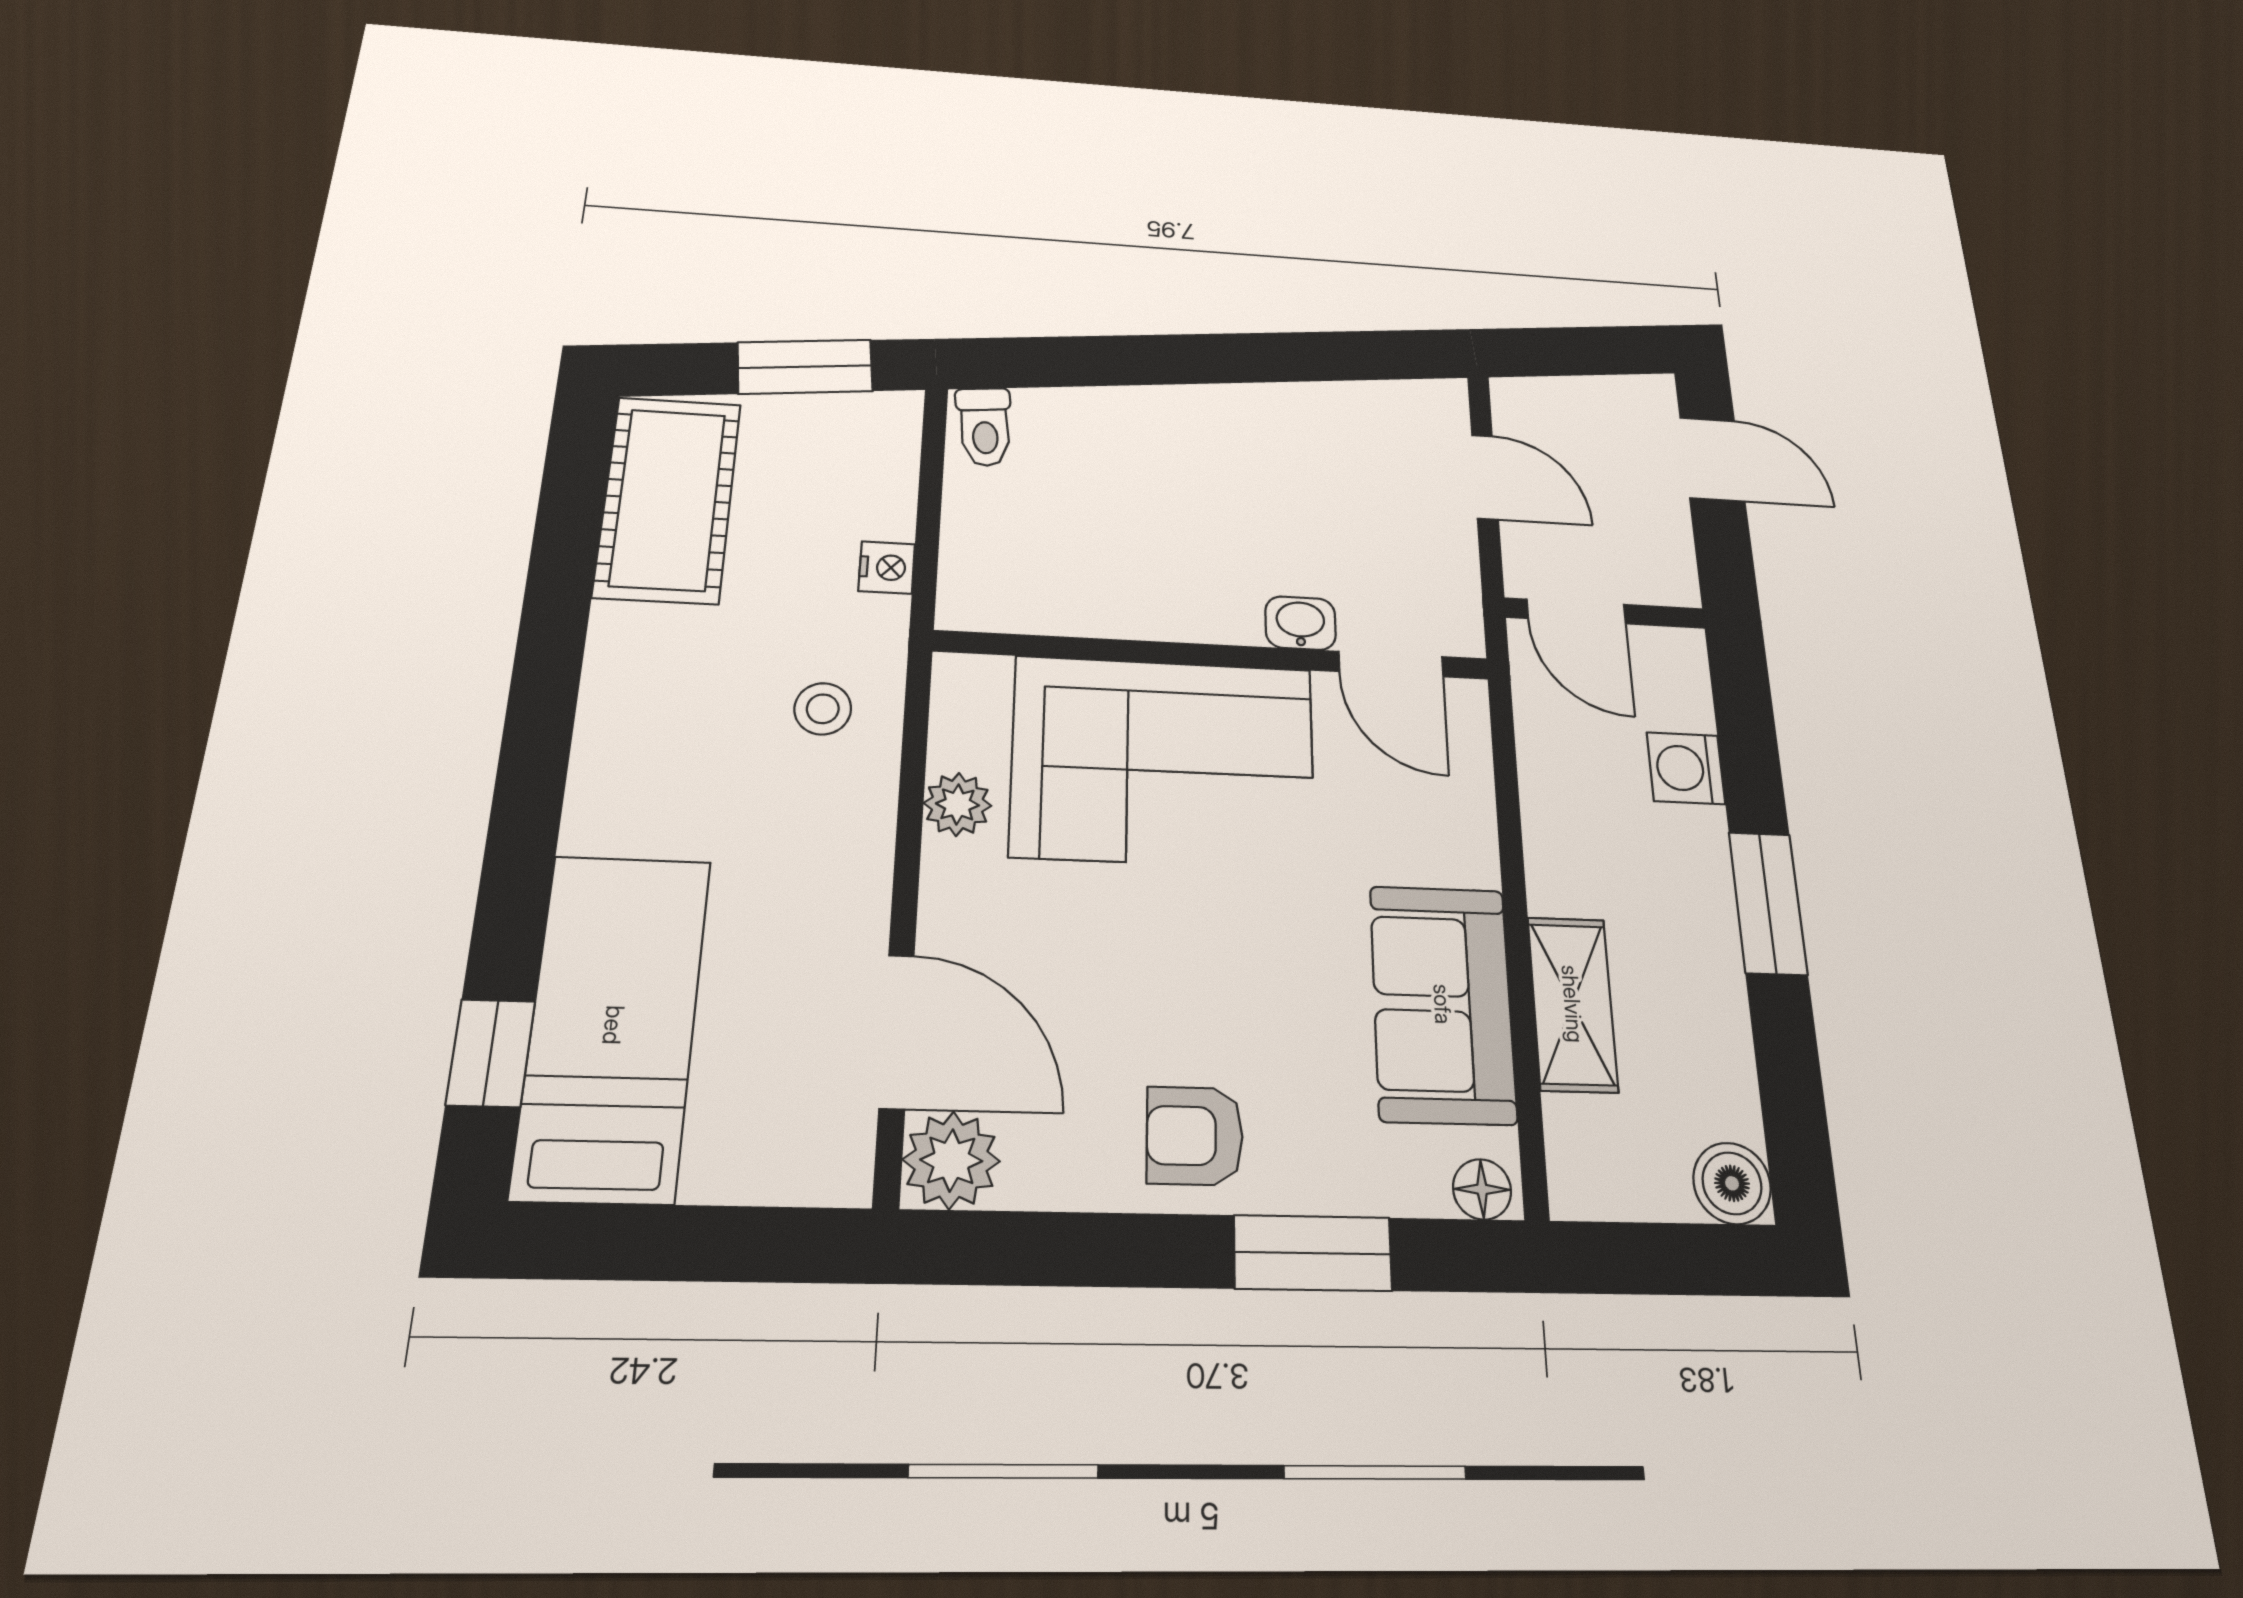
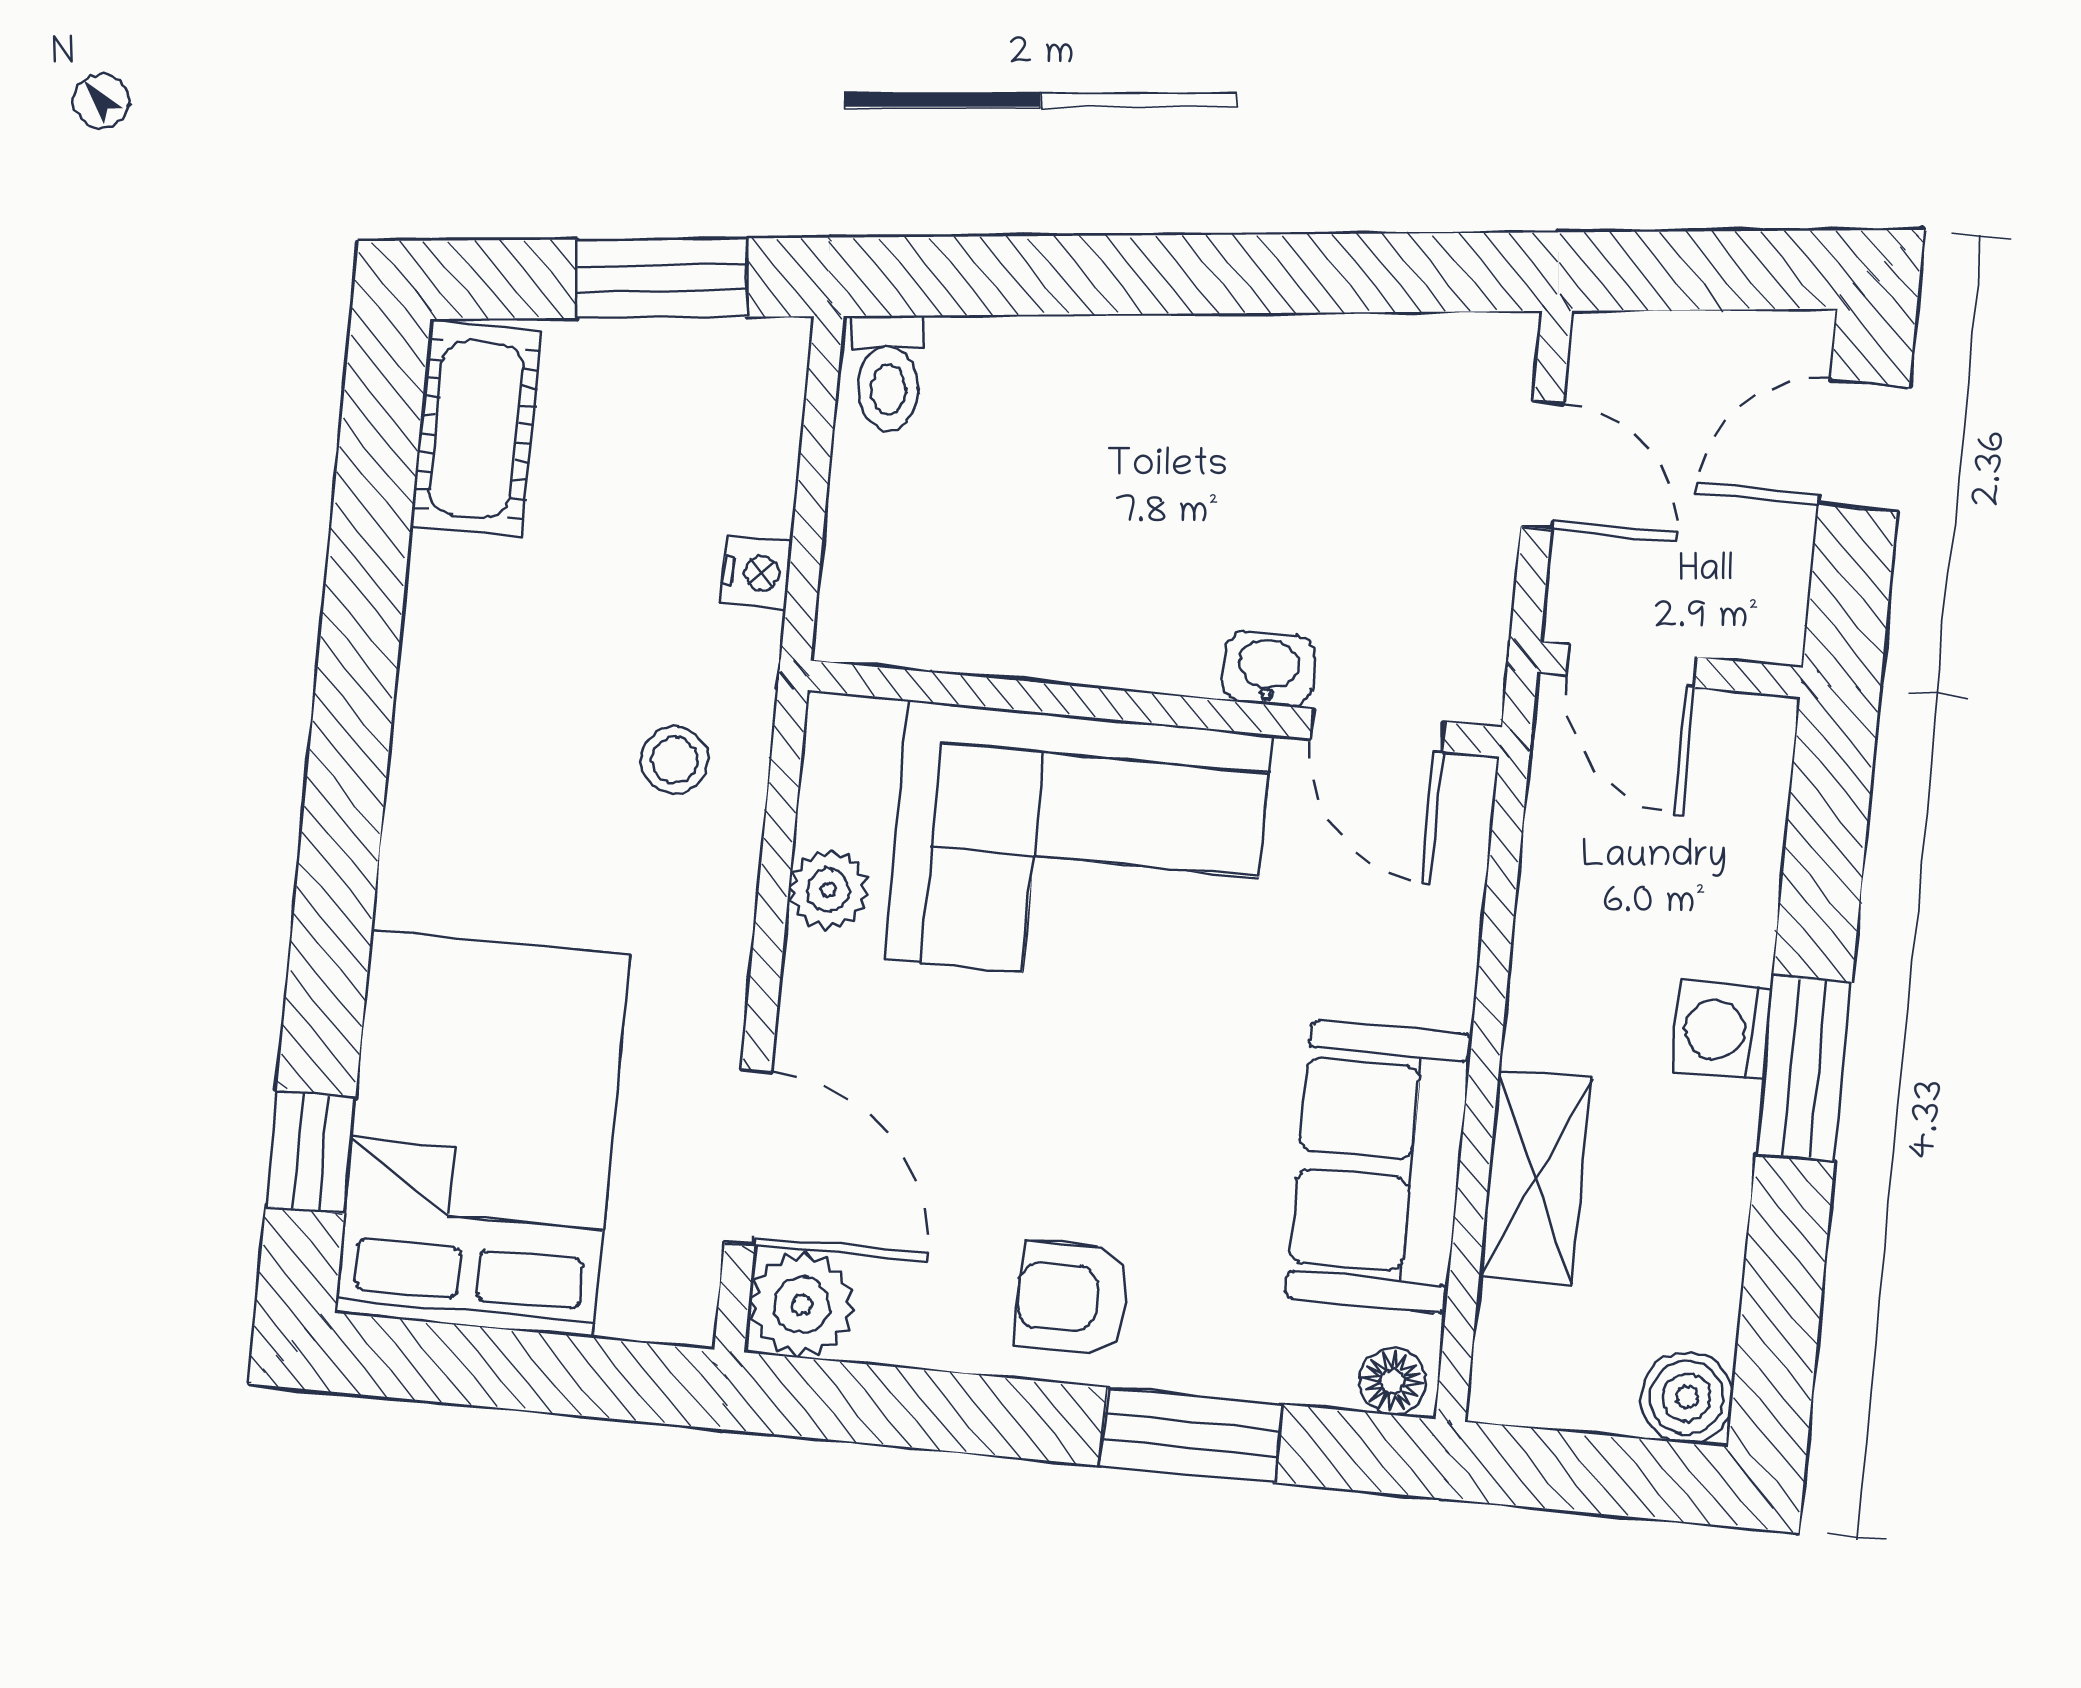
door: (1712, 459) -> (1864, 446), swing flipped
cot: (668, 499) -> (476, 429), width x0.73, depth x0.75
washing machine: (1686, 768) -> (1722, 1030), moved
bed: (613, 1025) -> (482, 1134), width x1.50

